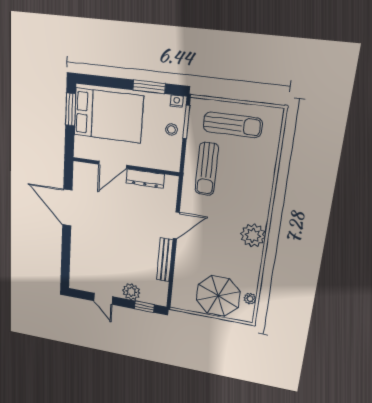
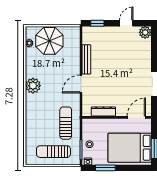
door: (113, 165) -> (136, 117), moved
plant: (131, 292) -> (145, 32), moved
door: (103, 299) -> (126, 23), hinge flipped

